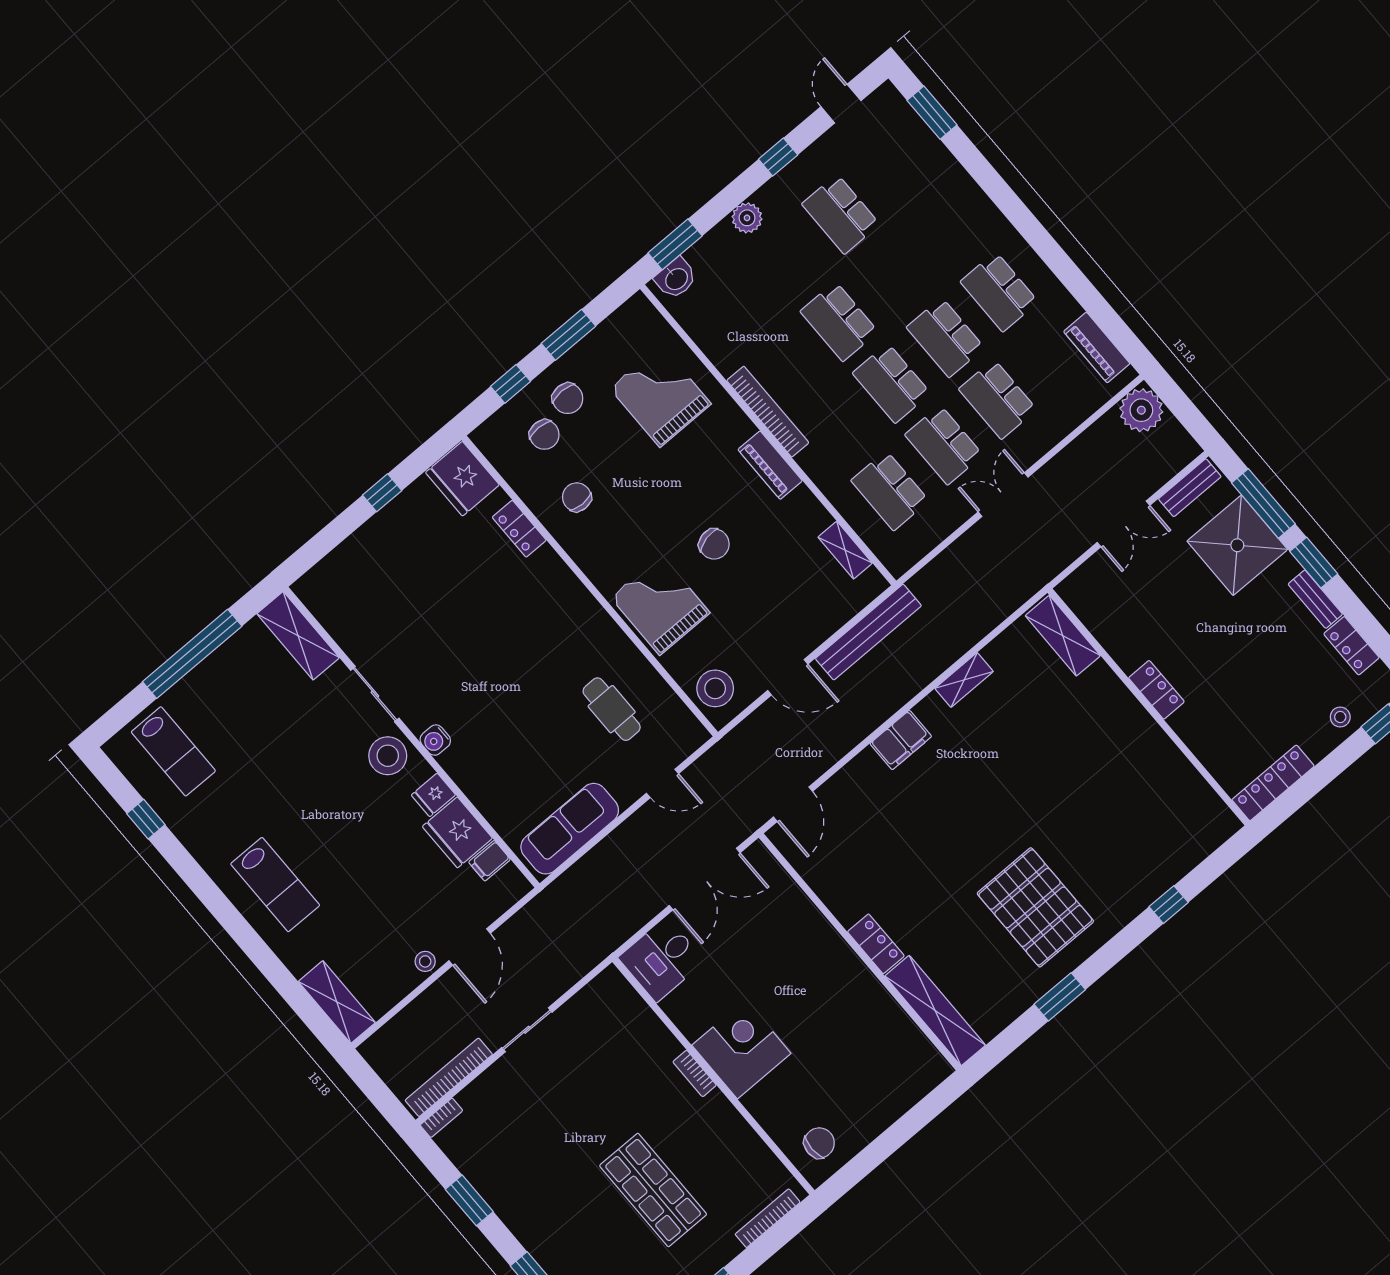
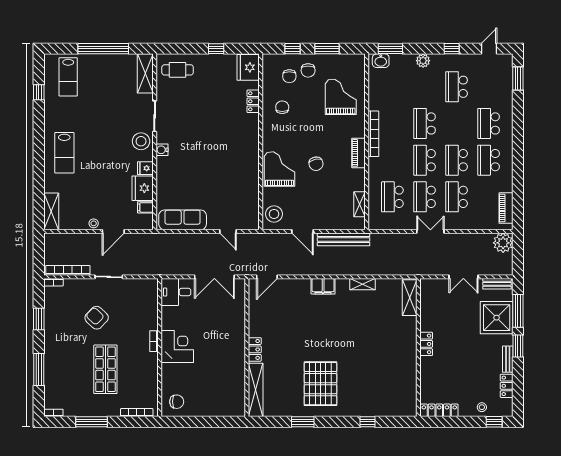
school desk: (947, 230) -> (489, 123), added
cafe table: (612, 709) -> (178, 70), moved, turned 90
armchair: (565, 1116) -> (97, 318), added

